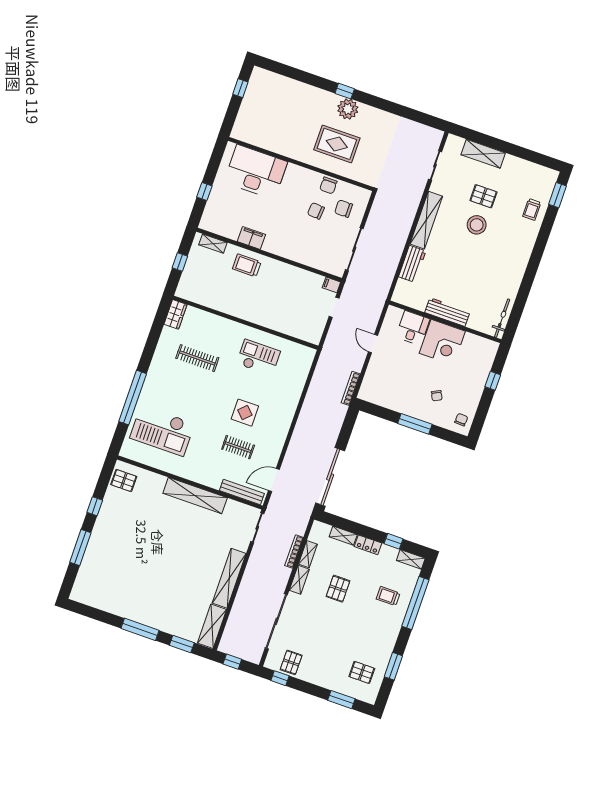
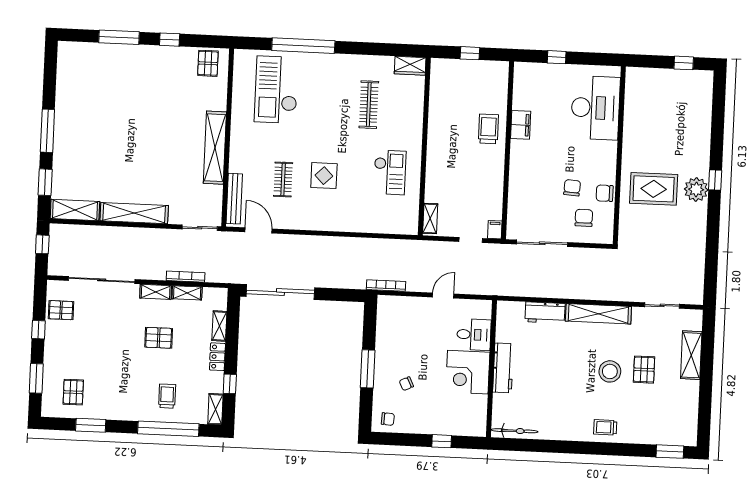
rug: (337, 144) -> (654, 189), turned 90
trolley: (532, 209) -> (605, 427), moved
shelving: (213, 244) -> (430, 219), moved
window: (280, 678) -> (38, 330), moved

